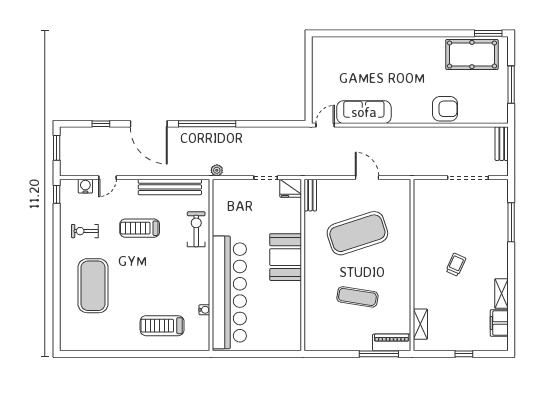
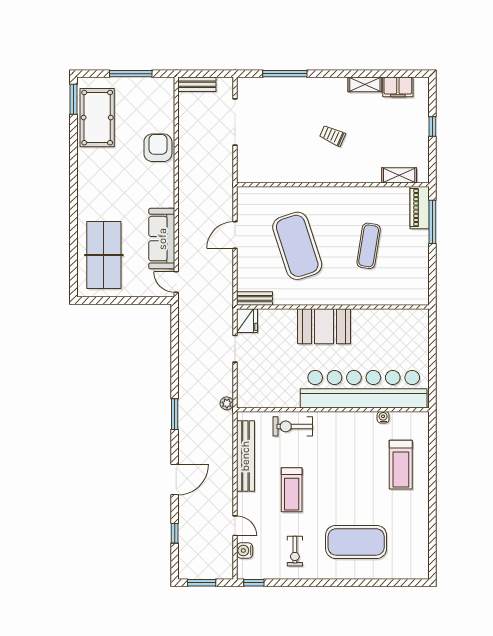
table tennis table: (349, 61) -> (104, 255), added
door: (149, 124) -> (175, 480), width x0.73
window: (207, 124) -> (175, 414), width x0.47

